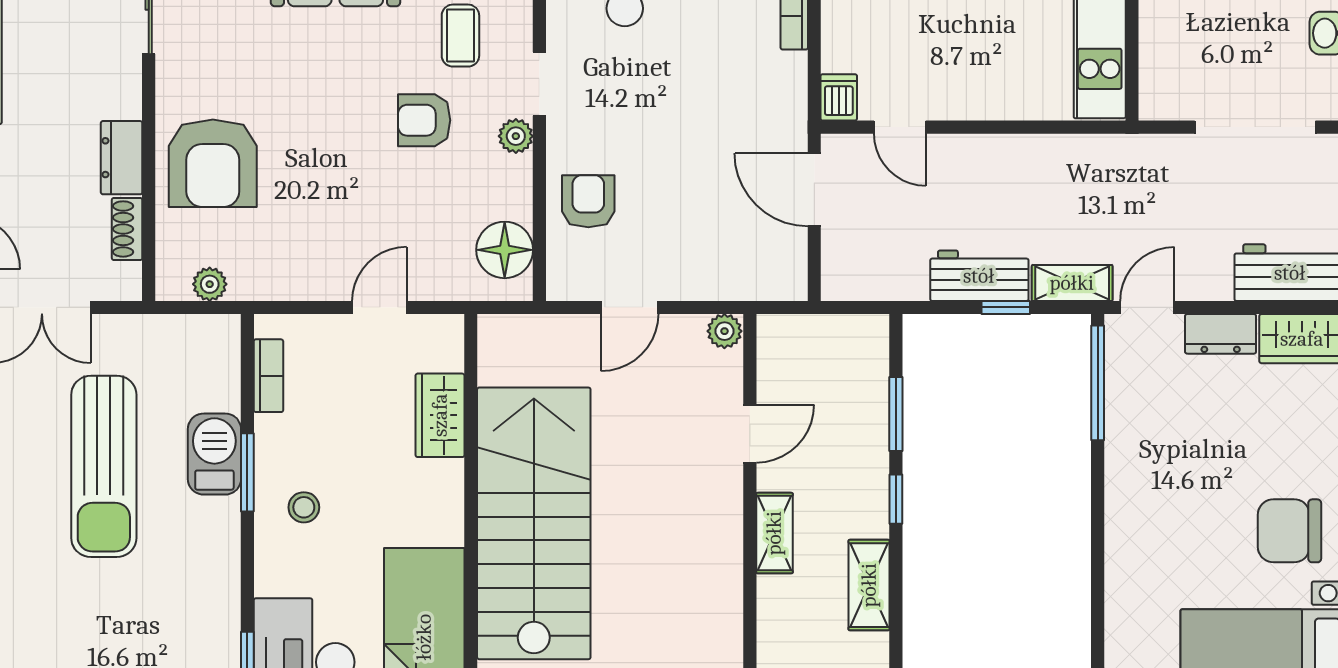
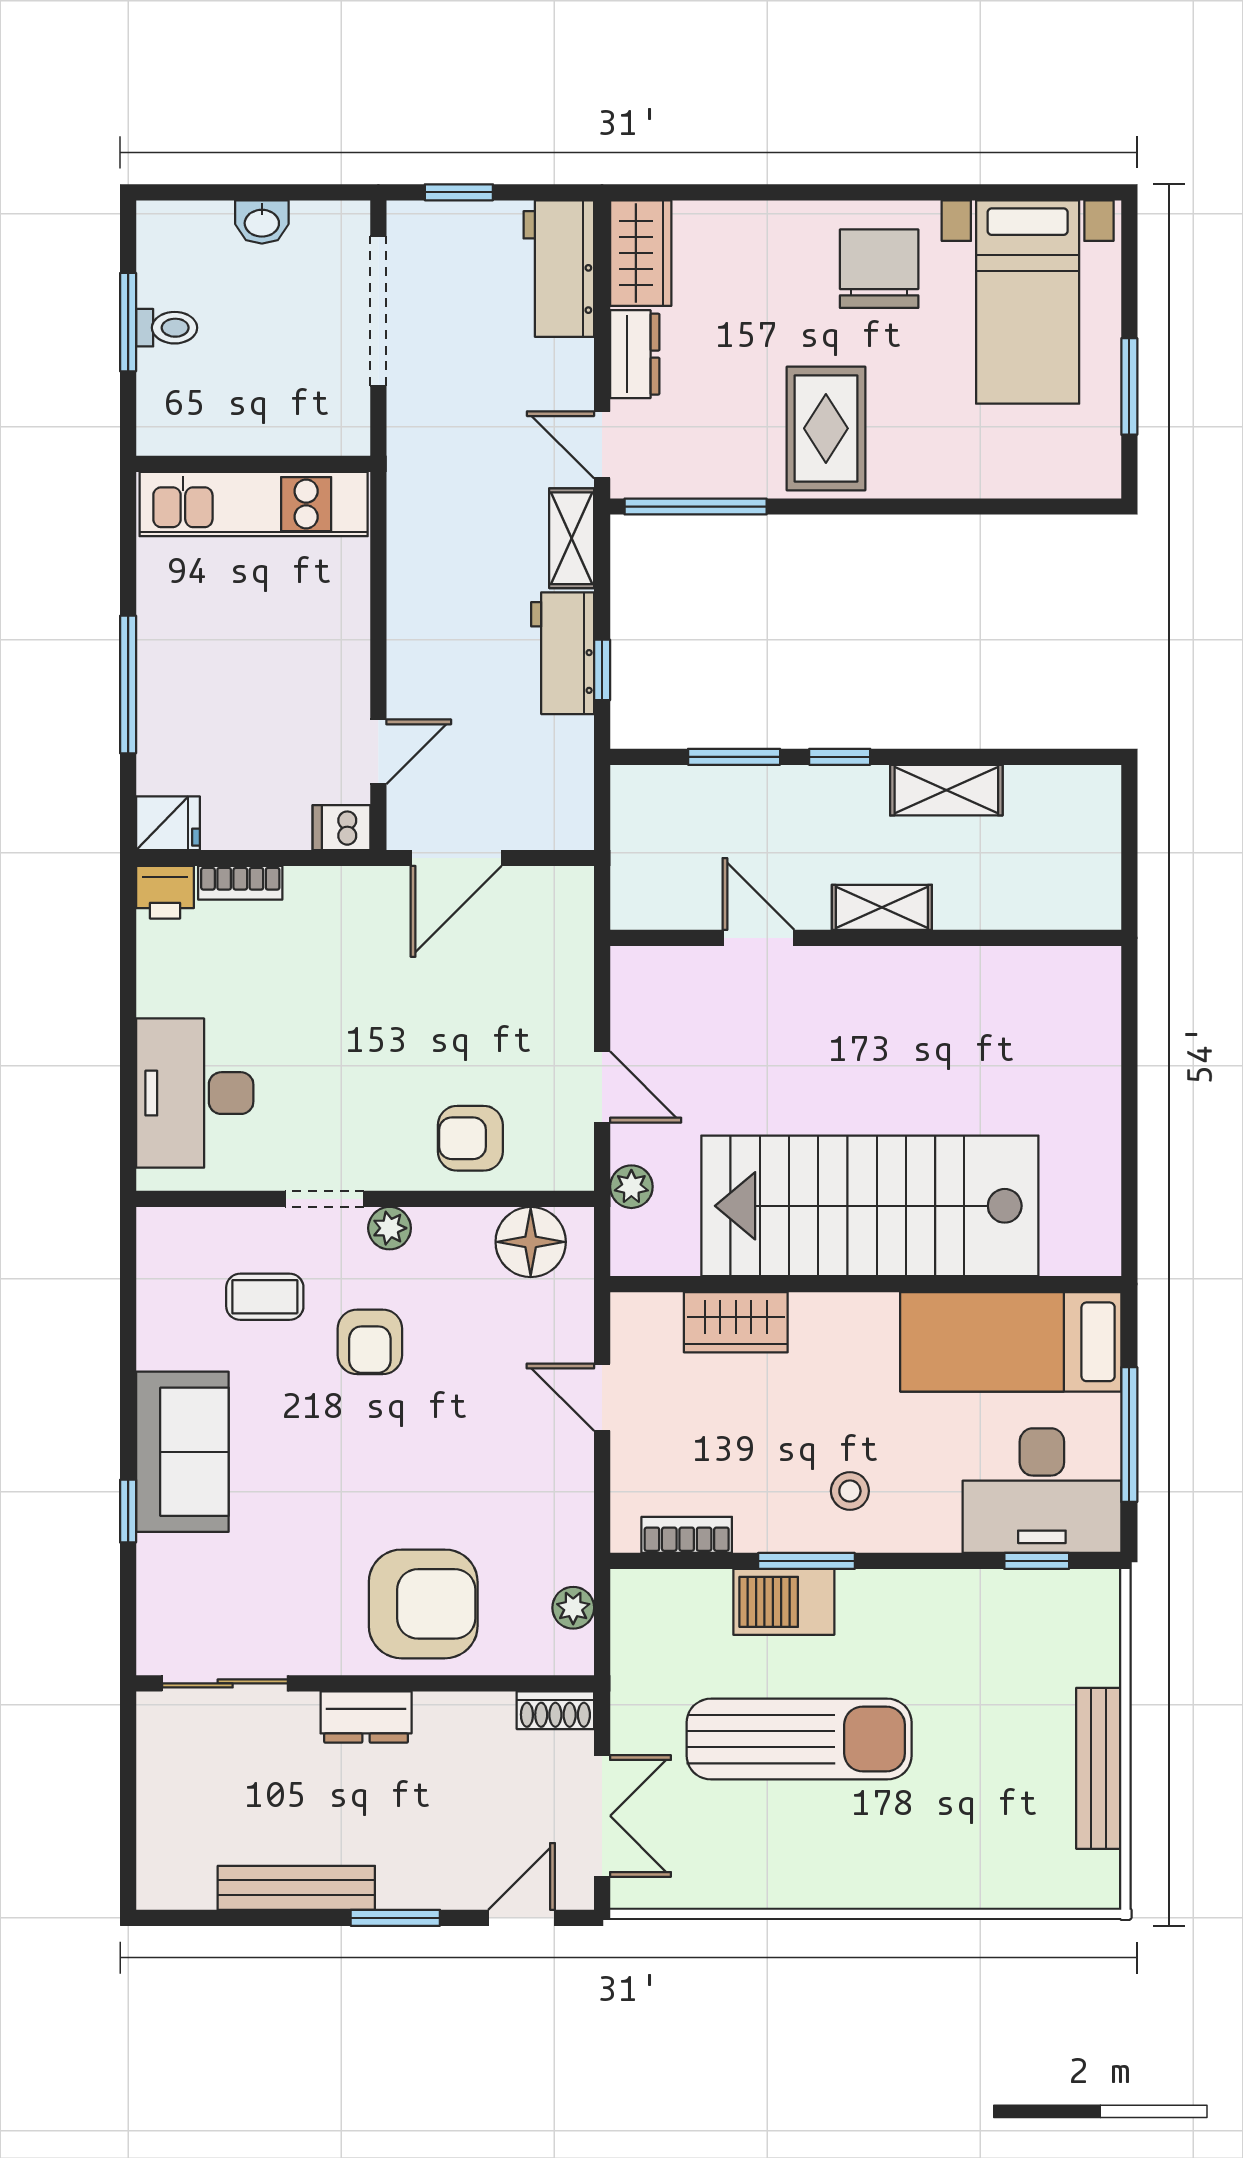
dresser: (122, 158) -> (366, 1717), moved
shoe rack: (127, 229) -> (555, 1710), moved
window: (1006, 307) -> (602, 670), moved
plant: (724, 331) -> (631, 1187), moved
rug: (1161, 488) -> (826, 428), added
chair: (1289, 531) -> (879, 269), turned 180

